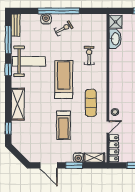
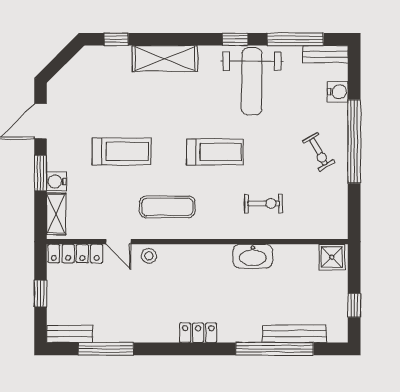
water cooler: (46, 19) -> (338, 92), moved
washbasin: (115, 39) -> (253, 256), moved
treadmill: (64, 79) -> (215, 152), width x0.73, depth x0.73
treadmill: (63, 125) -> (121, 151), turned 180

